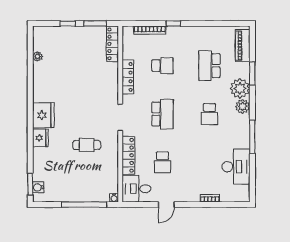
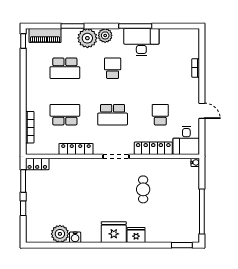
window: (174, 23) -> (23, 41), moved
locker: (112, 44) -> (37, 164), width x0.66
plant: (37, 57) -> (60, 234), width x1.88, depth x1.88
school desk: (162, 66) -> (65, 115), width x1.85
school desk: (162, 114) -> (113, 115), turned 180
school desk: (209, 114) -> (113, 68), turned -90
school desk: (162, 162) -> (160, 115), turned -90
desk: (236, 167) -> (141, 42), moved
water cooler: (38, 187) -> (75, 237), moved
window: (84, 205) -> (202, 211), moved

